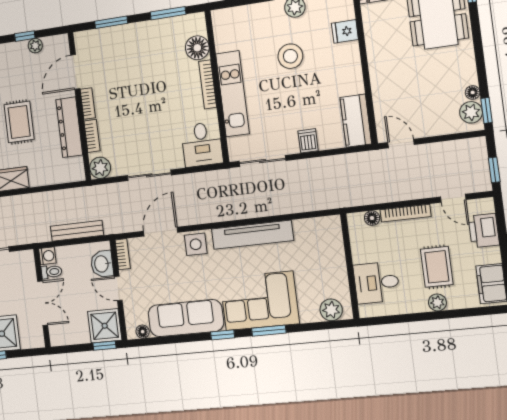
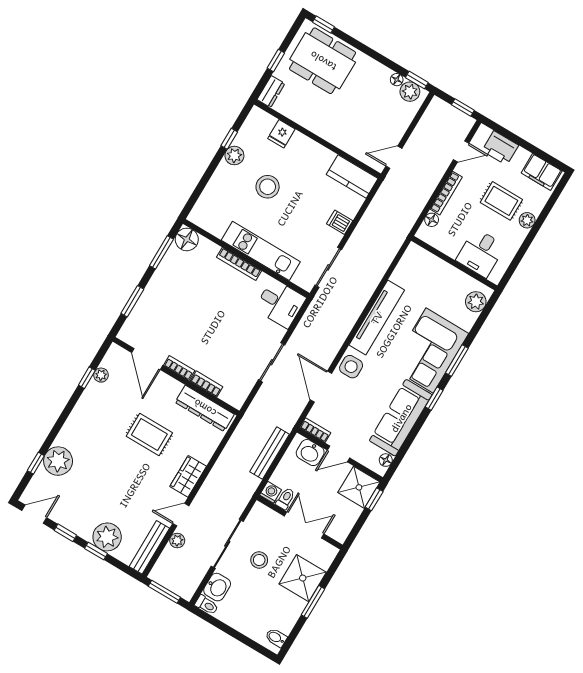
floor lamp: (197, 48) -> (187, 239), moved
dresser: (69, 127) -> (205, 408), moved
plant: (100, 168) -> (236, 397), removed

